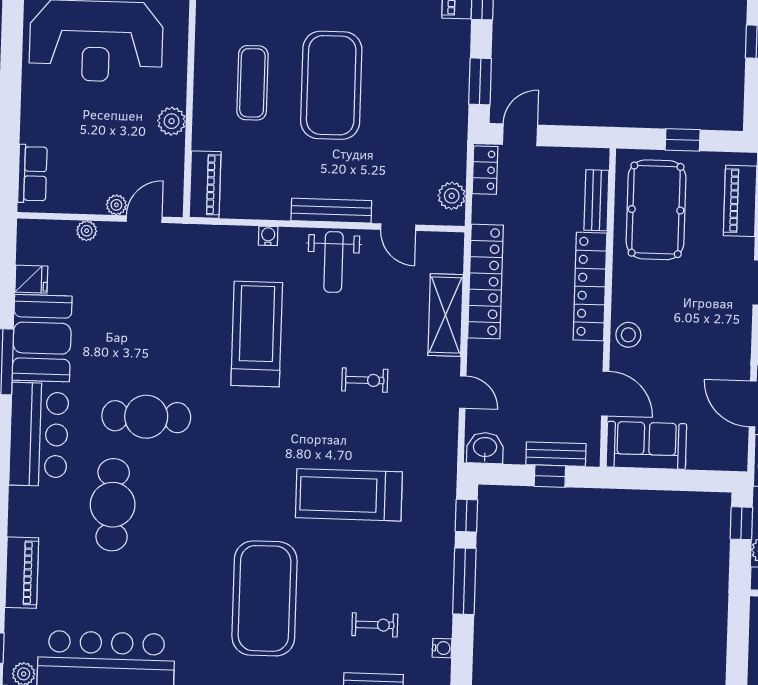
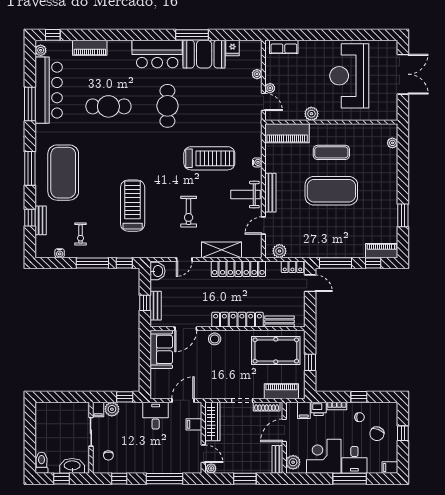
window: (480, 81) -> (335, 263), width x1.44
piano: (205, 185) -> (287, 133), width x1.37, depth x1.33
exercise bike: (365, 380) -> (189, 212), width x1.38, depth x1.39
cafe table: (113, 505) -> (108, 106), moved
exercise mat: (265, 598) -> (63, 173), moved, turned 90
exercise bike: (375, 625) -> (81, 234), moved

